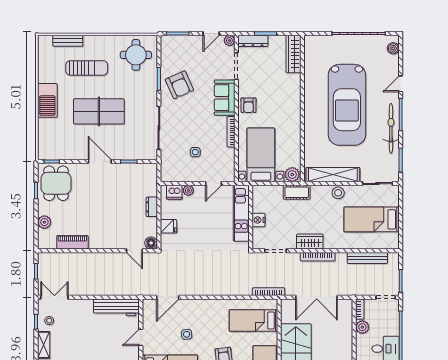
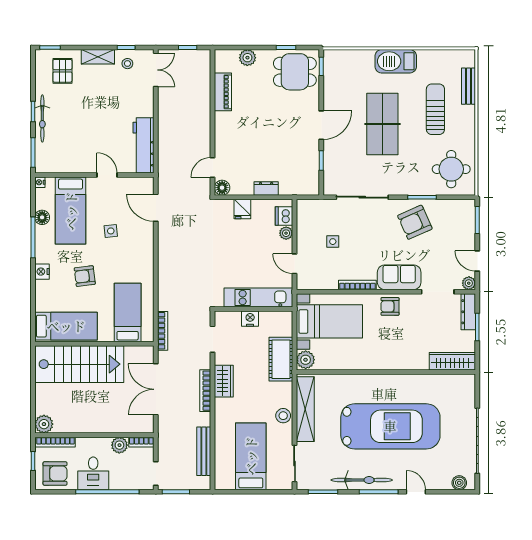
sun lounger: (87, 68) -> (435, 109), turned 180
car: (347, 105) -> (390, 426), turned 180
cot: (297, 192) -> (281, 359), width x1.37, depth x1.34

